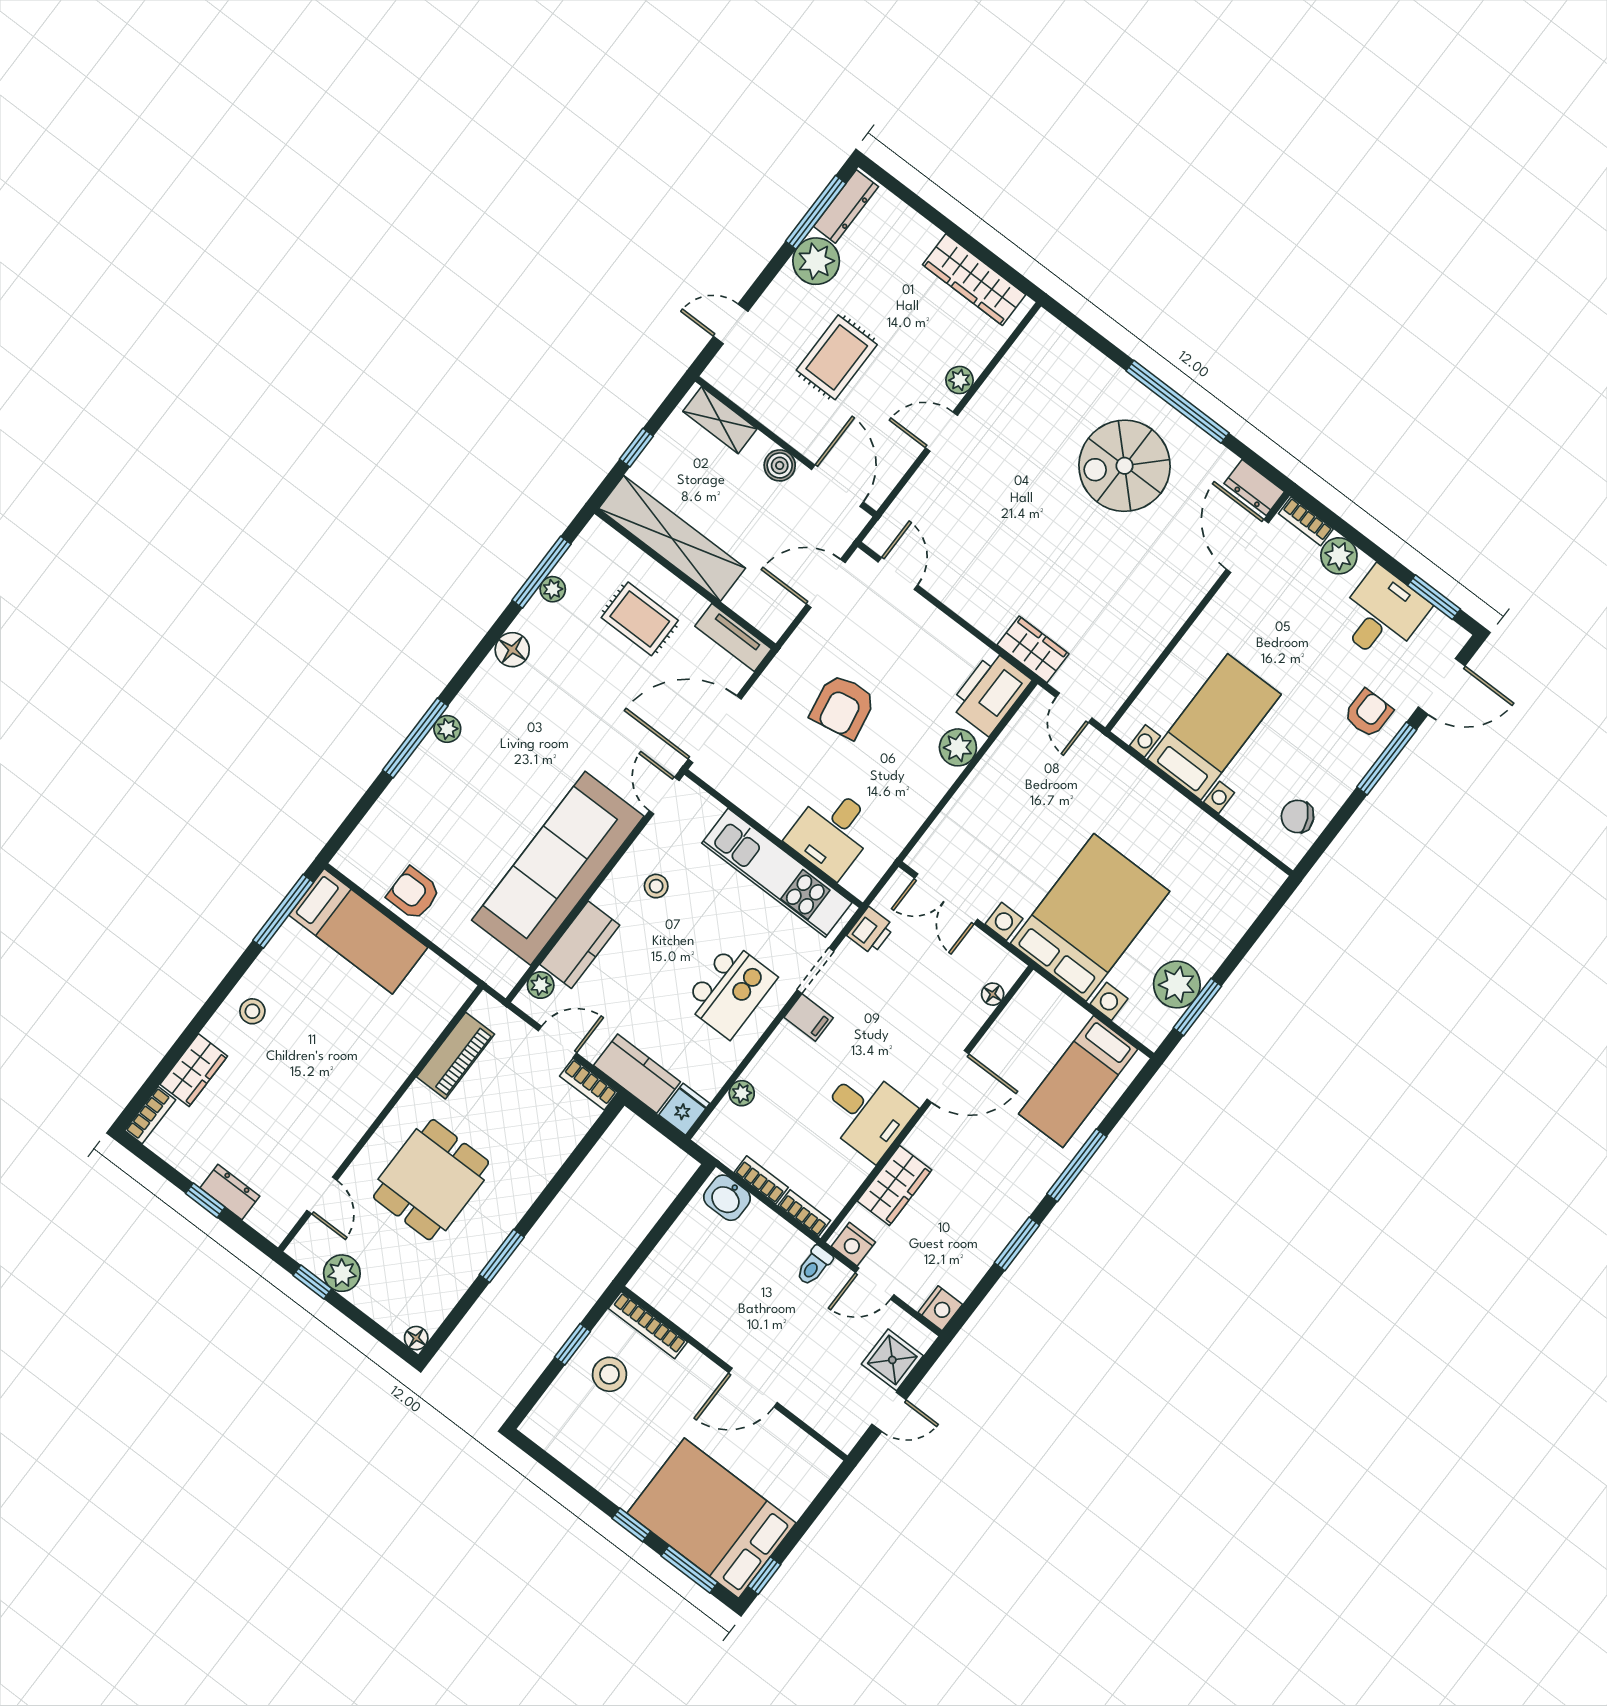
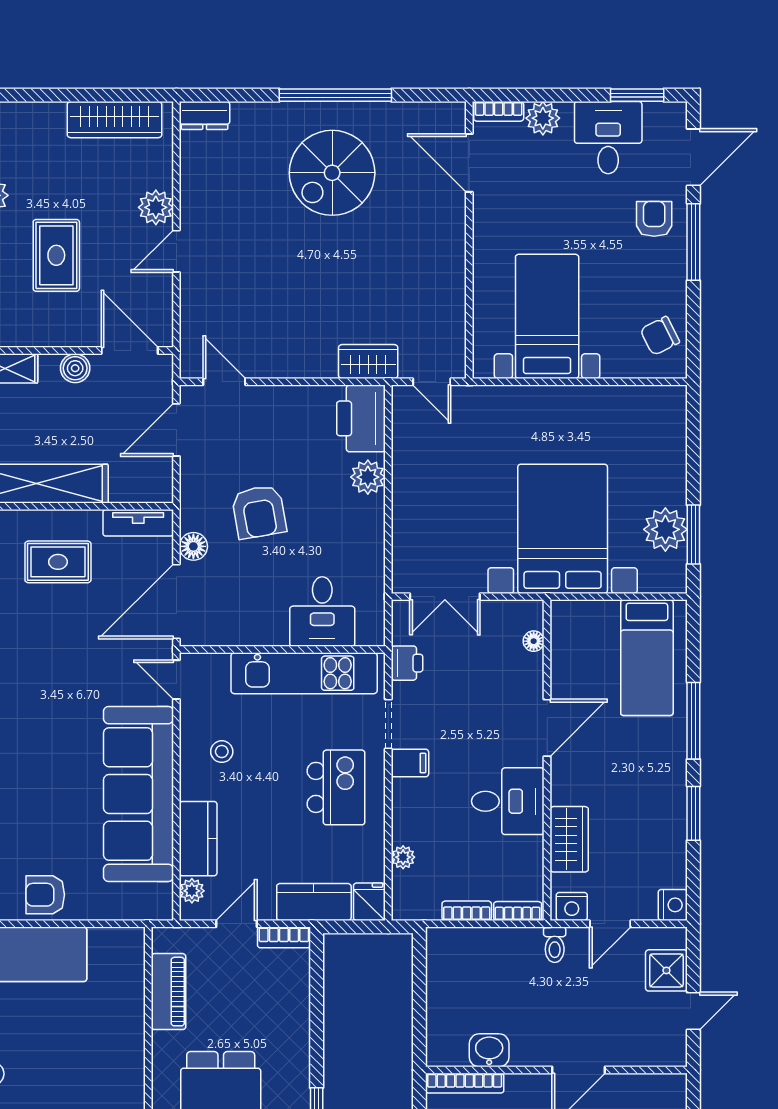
plant: (959, 380) -> (156, 207), width x1.38, depth x1.38
dresser: (1254, 487) -> (205, 115), moved
floor lamp: (765, 693) -> (193, 546), added
washbasin: (727, 1198) -> (489, 1050), moved, turned 180

